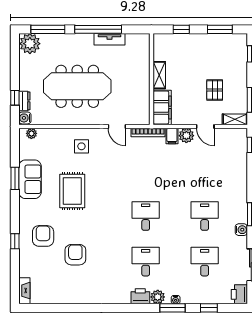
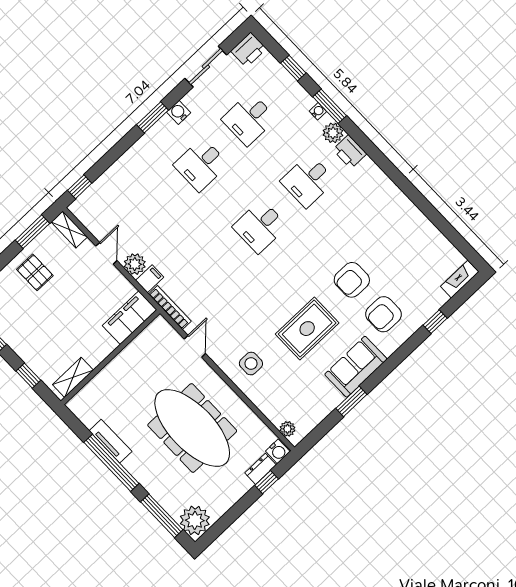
shelving: (159, 75) -> (73, 377), moved
pallet: (215, 90) -> (35, 272), moved, turned 90
sofa: (30, 179) -> (356, 367), moved
window: (15, 241) -> (435, 322), moved
armchair: (75, 255) -> (352, 280), moved

